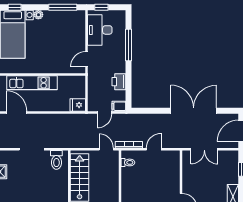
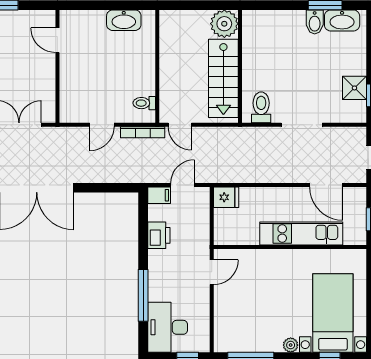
desk: (100, 30) -> (168, 327), moved, turned 180

